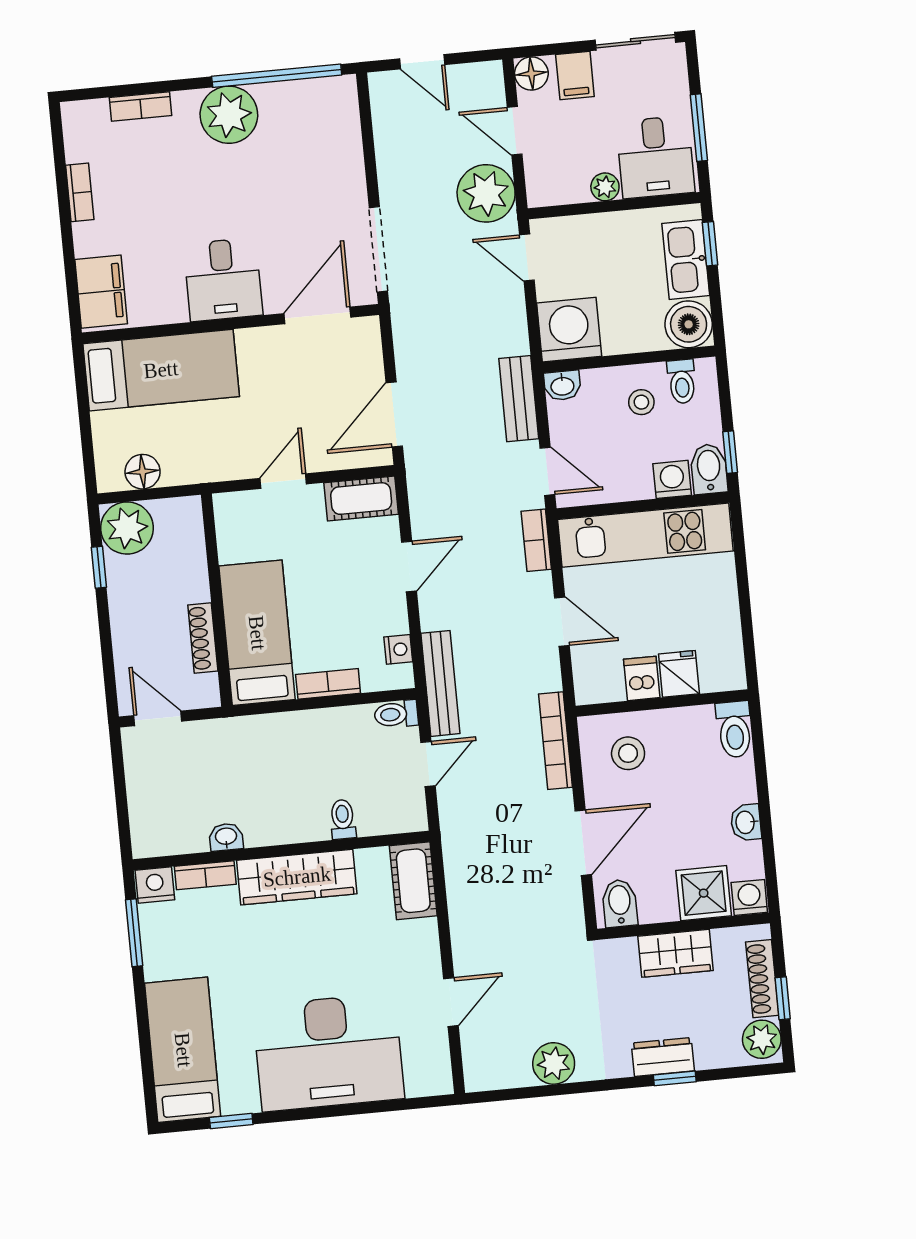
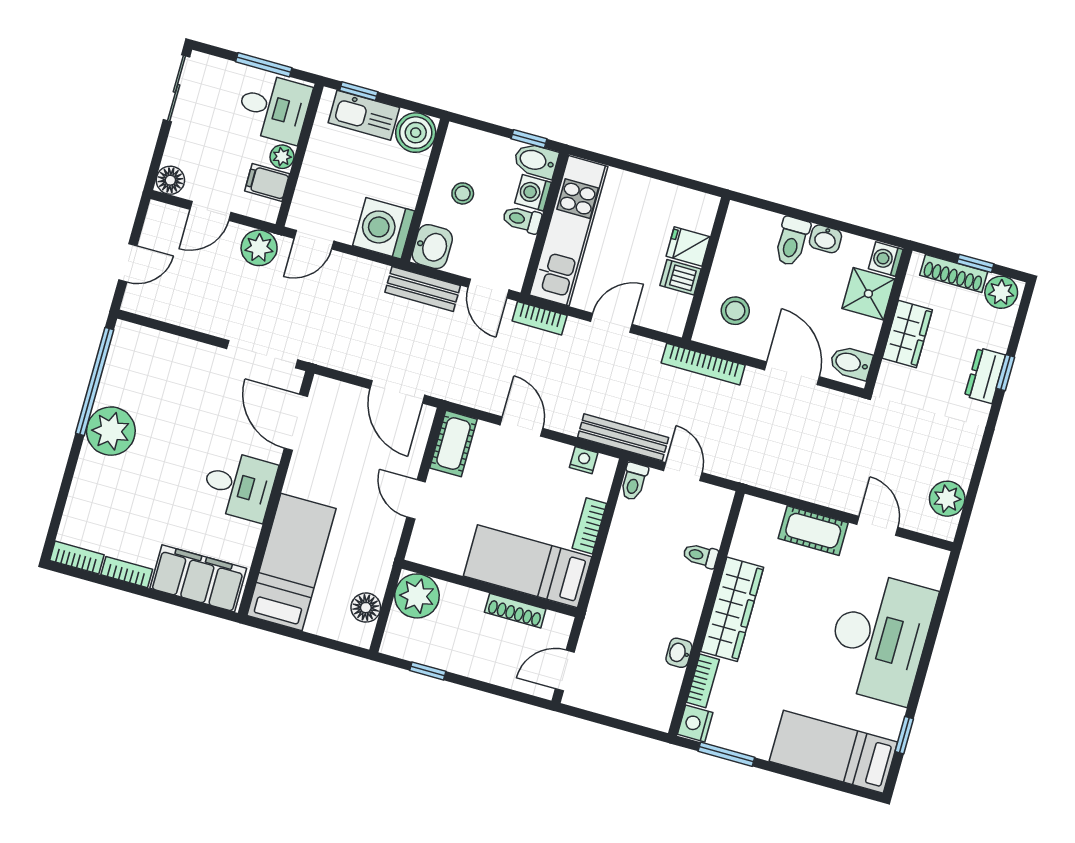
filing cabinet: (575, 76) -> (267, 182), moved, turned 180
bookcase: (141, 106) -> (77, 558), moved, turned -90
plant: (486, 193) -> (259, 248), width x0.73, depth x0.73
filing cabinet: (101, 292) -> (198, 578), width x1.50, depth x1.17
toilet: (682, 382) -> (522, 219), moved, turned 180
washbasin: (562, 385) -> (432, 247), width x1.38, depth x1.45
door: (547, 471) -> (489, 289), swing flipped
plant: (127, 528) -> (417, 596), moved
toilet: (734, 729) -> (792, 241), moved, turned 90
cot: (413, 881) -> (813, 531), moved
plant: (554, 1063) -> (947, 499), moved

